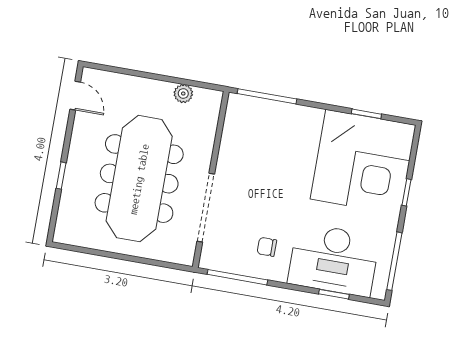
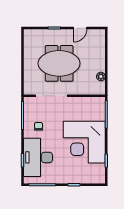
door: (75, 96) -> (80, 28), moved
corner desk: (363, 162) -> (84, 142), moved
meeting table: (139, 179) -> (59, 63), width x0.73

